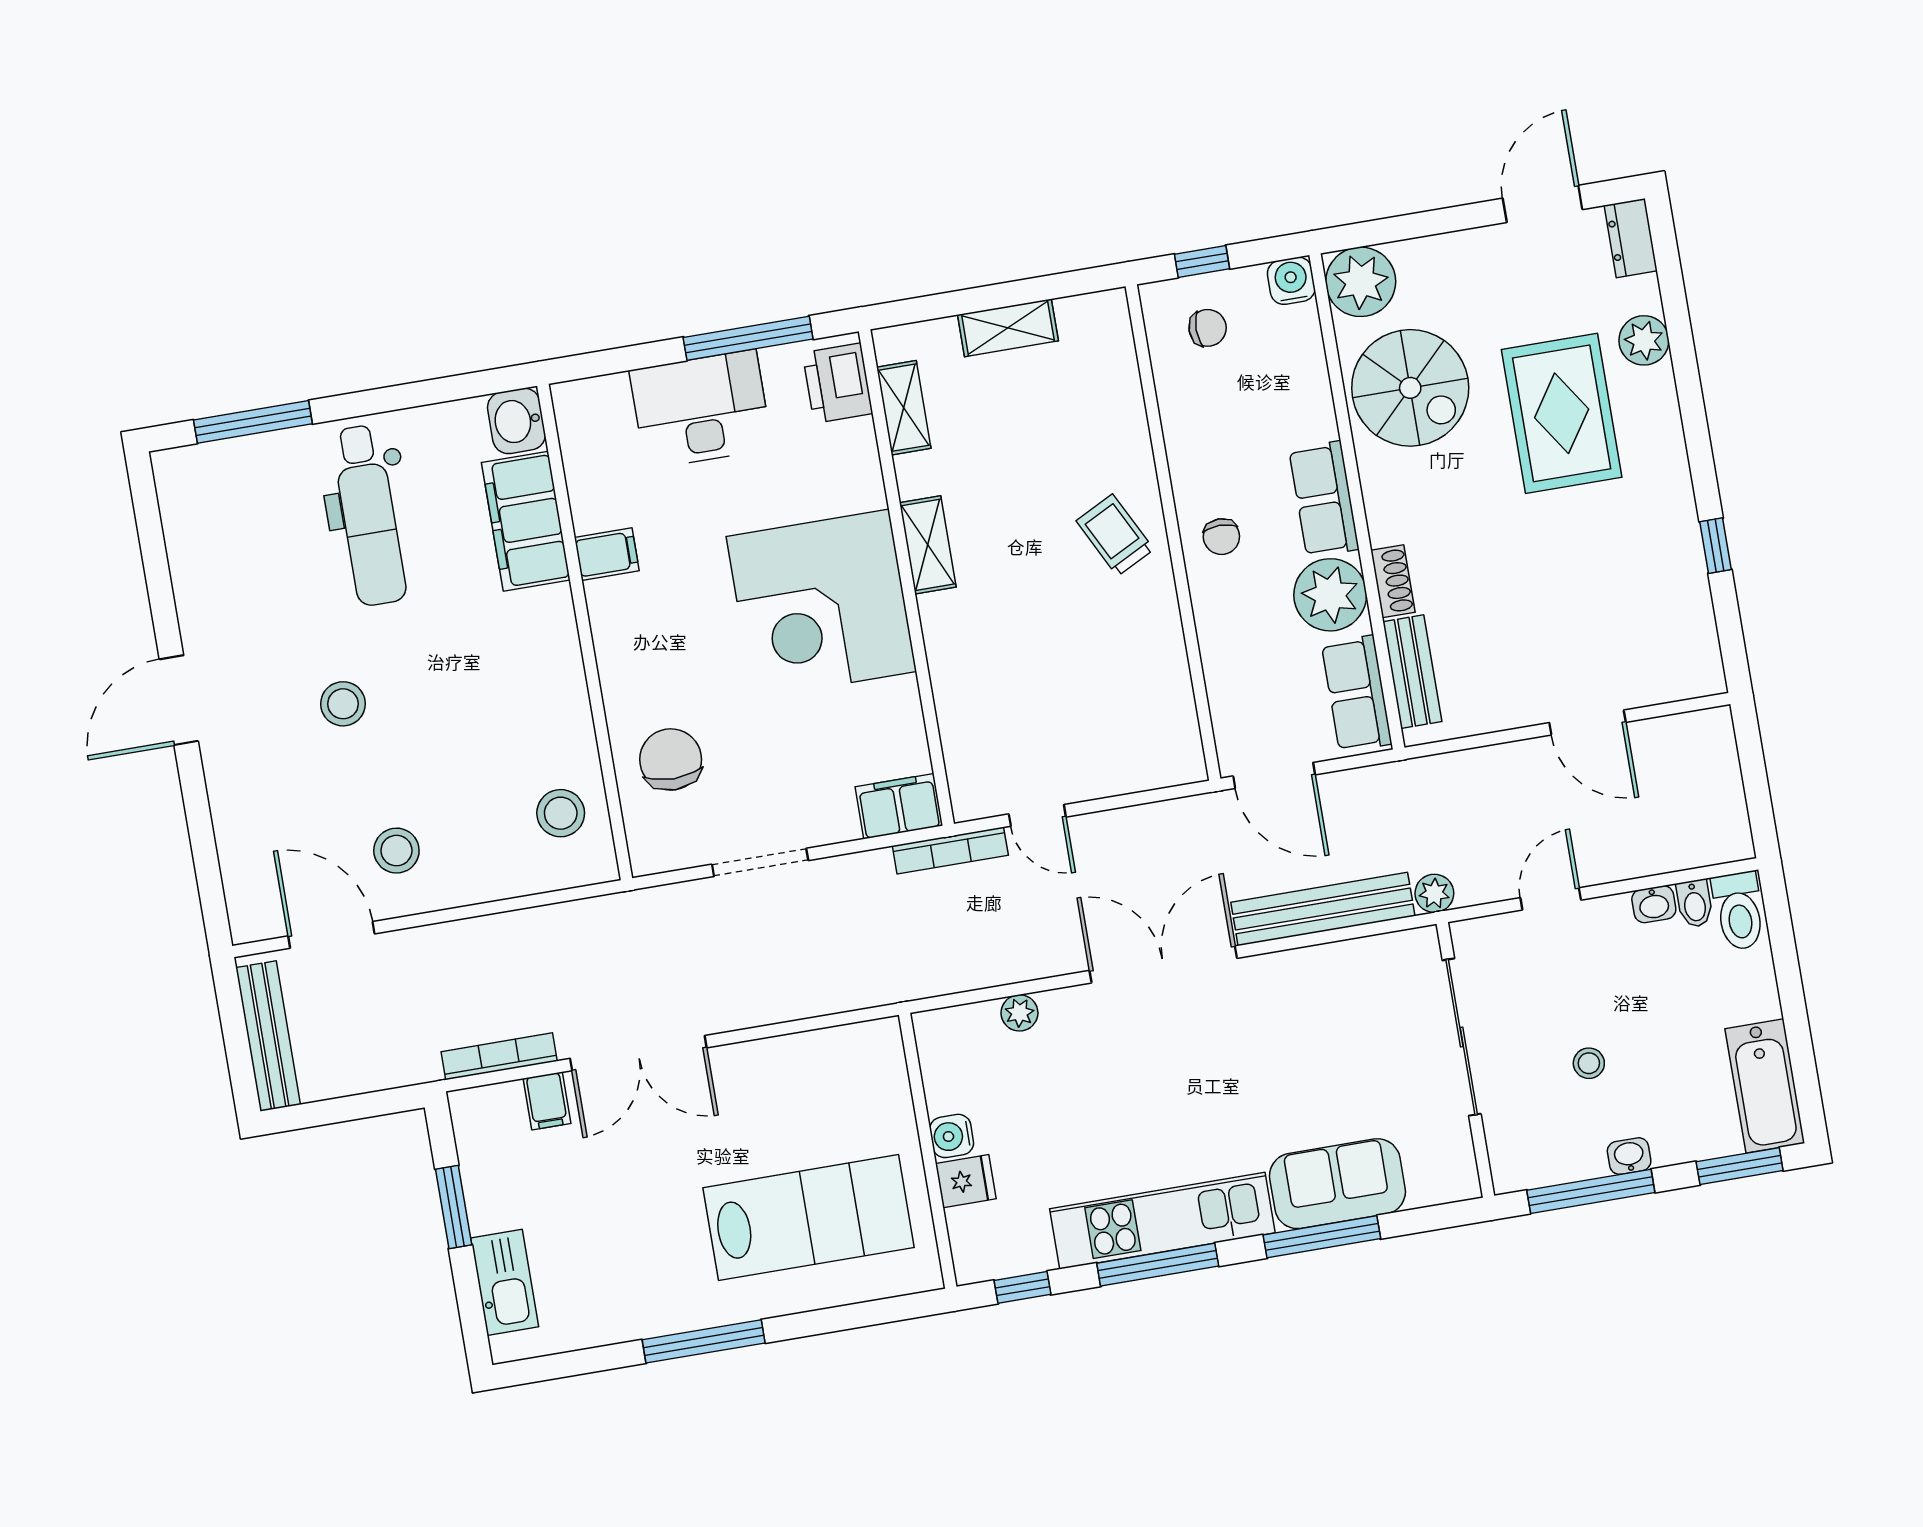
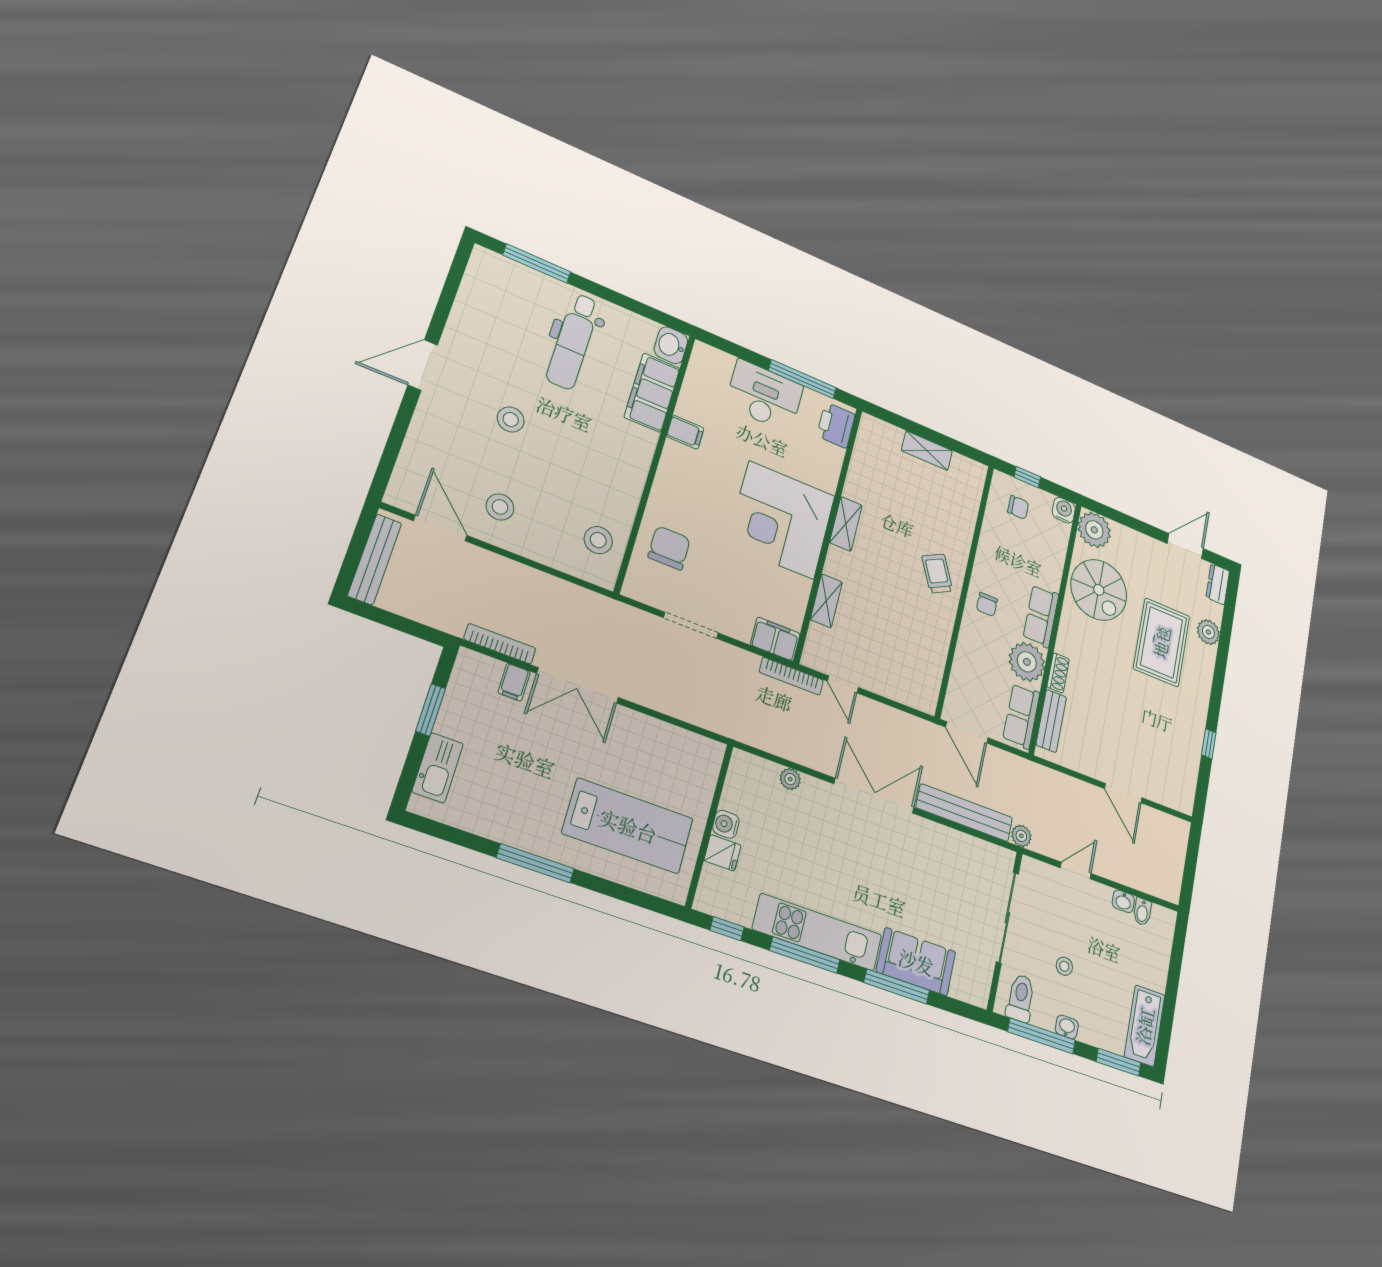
shelving: (904, 408) -> (826, 601), moved
toilet: (1739, 911) -> (1021, 998), moved, turned 180

